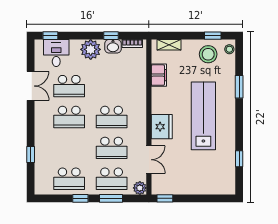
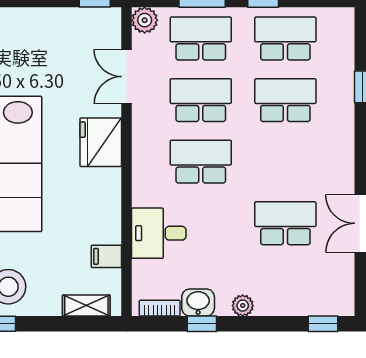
plant: (91, 49) -> (243, 306), width x0.53, depth x0.53
desk: (56, 53) -> (159, 233), moved, turned 90
filing cabinet: (159, 75) -> (106, 256), width x0.50
school desk: (69, 117) -> (285, 100), moved

